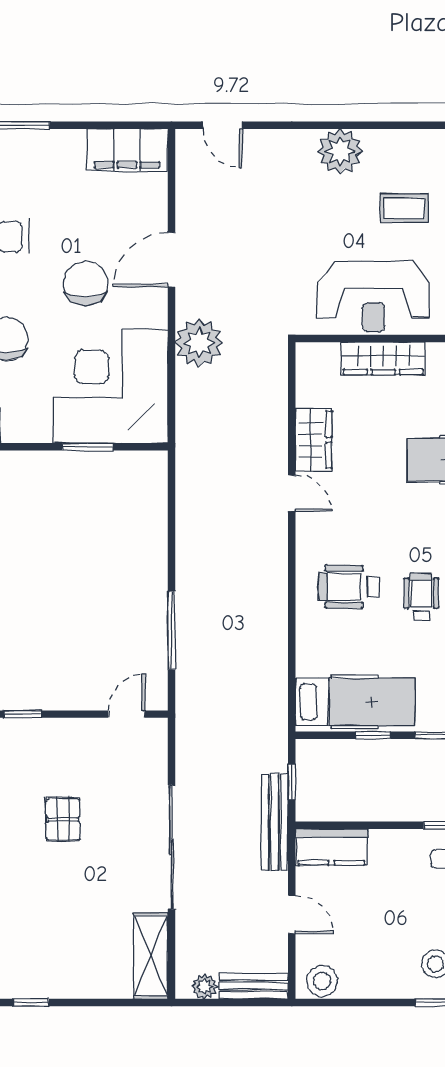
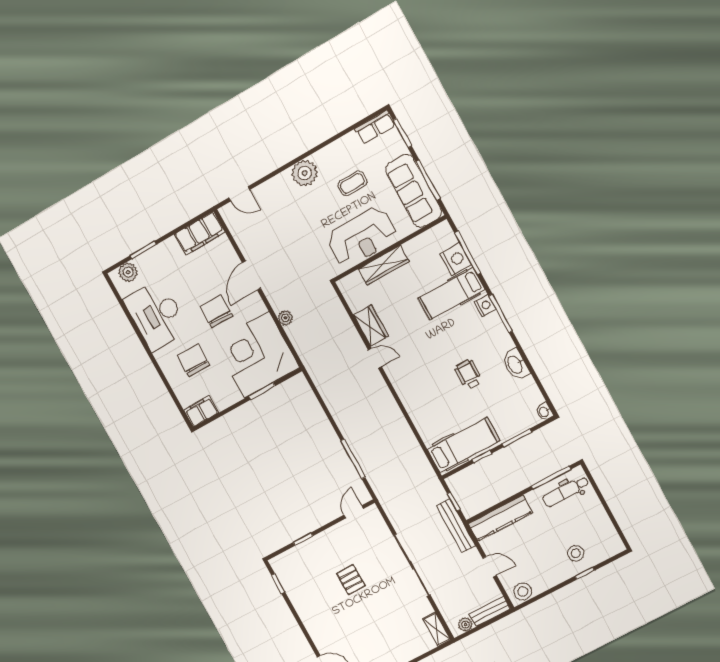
plant: (199, 343) -> (285, 318), width x0.53, depth x0.53
wheelchair: (349, 587) -> (429, 389), removed
kitchen counter: (331, 847) -> (500, 518), width x1.50
shelving: (151, 956) -> (437, 629), width x0.67, depth x0.75

